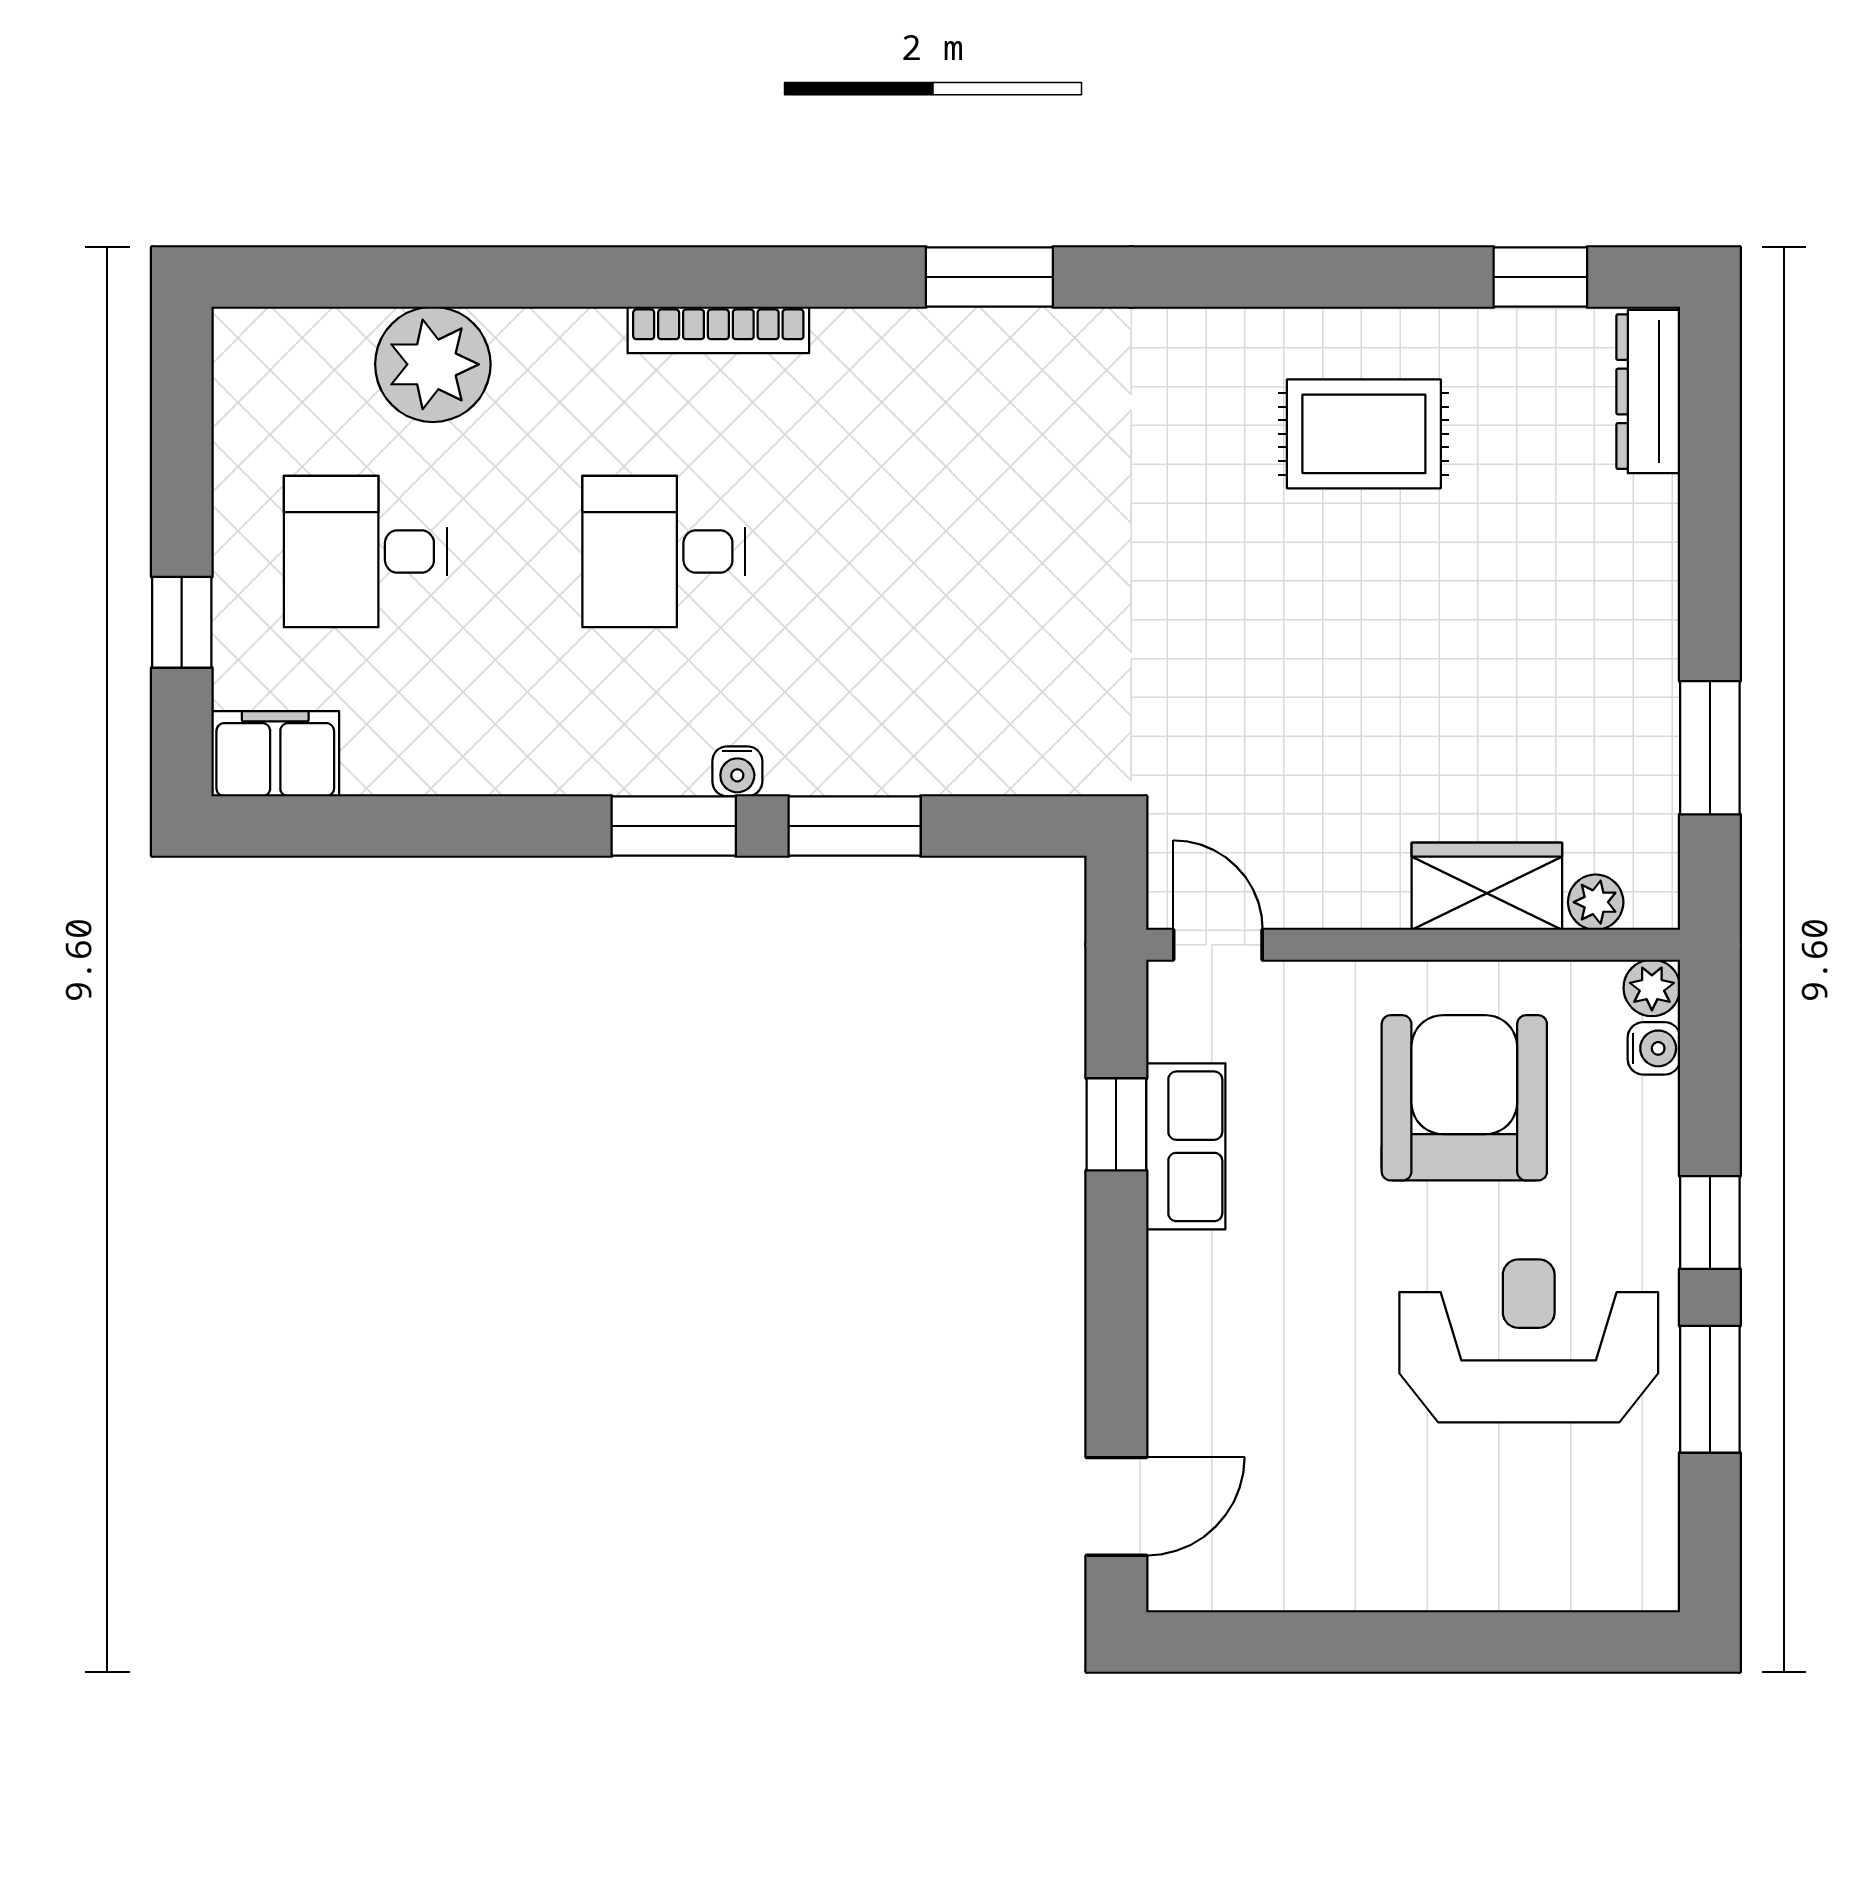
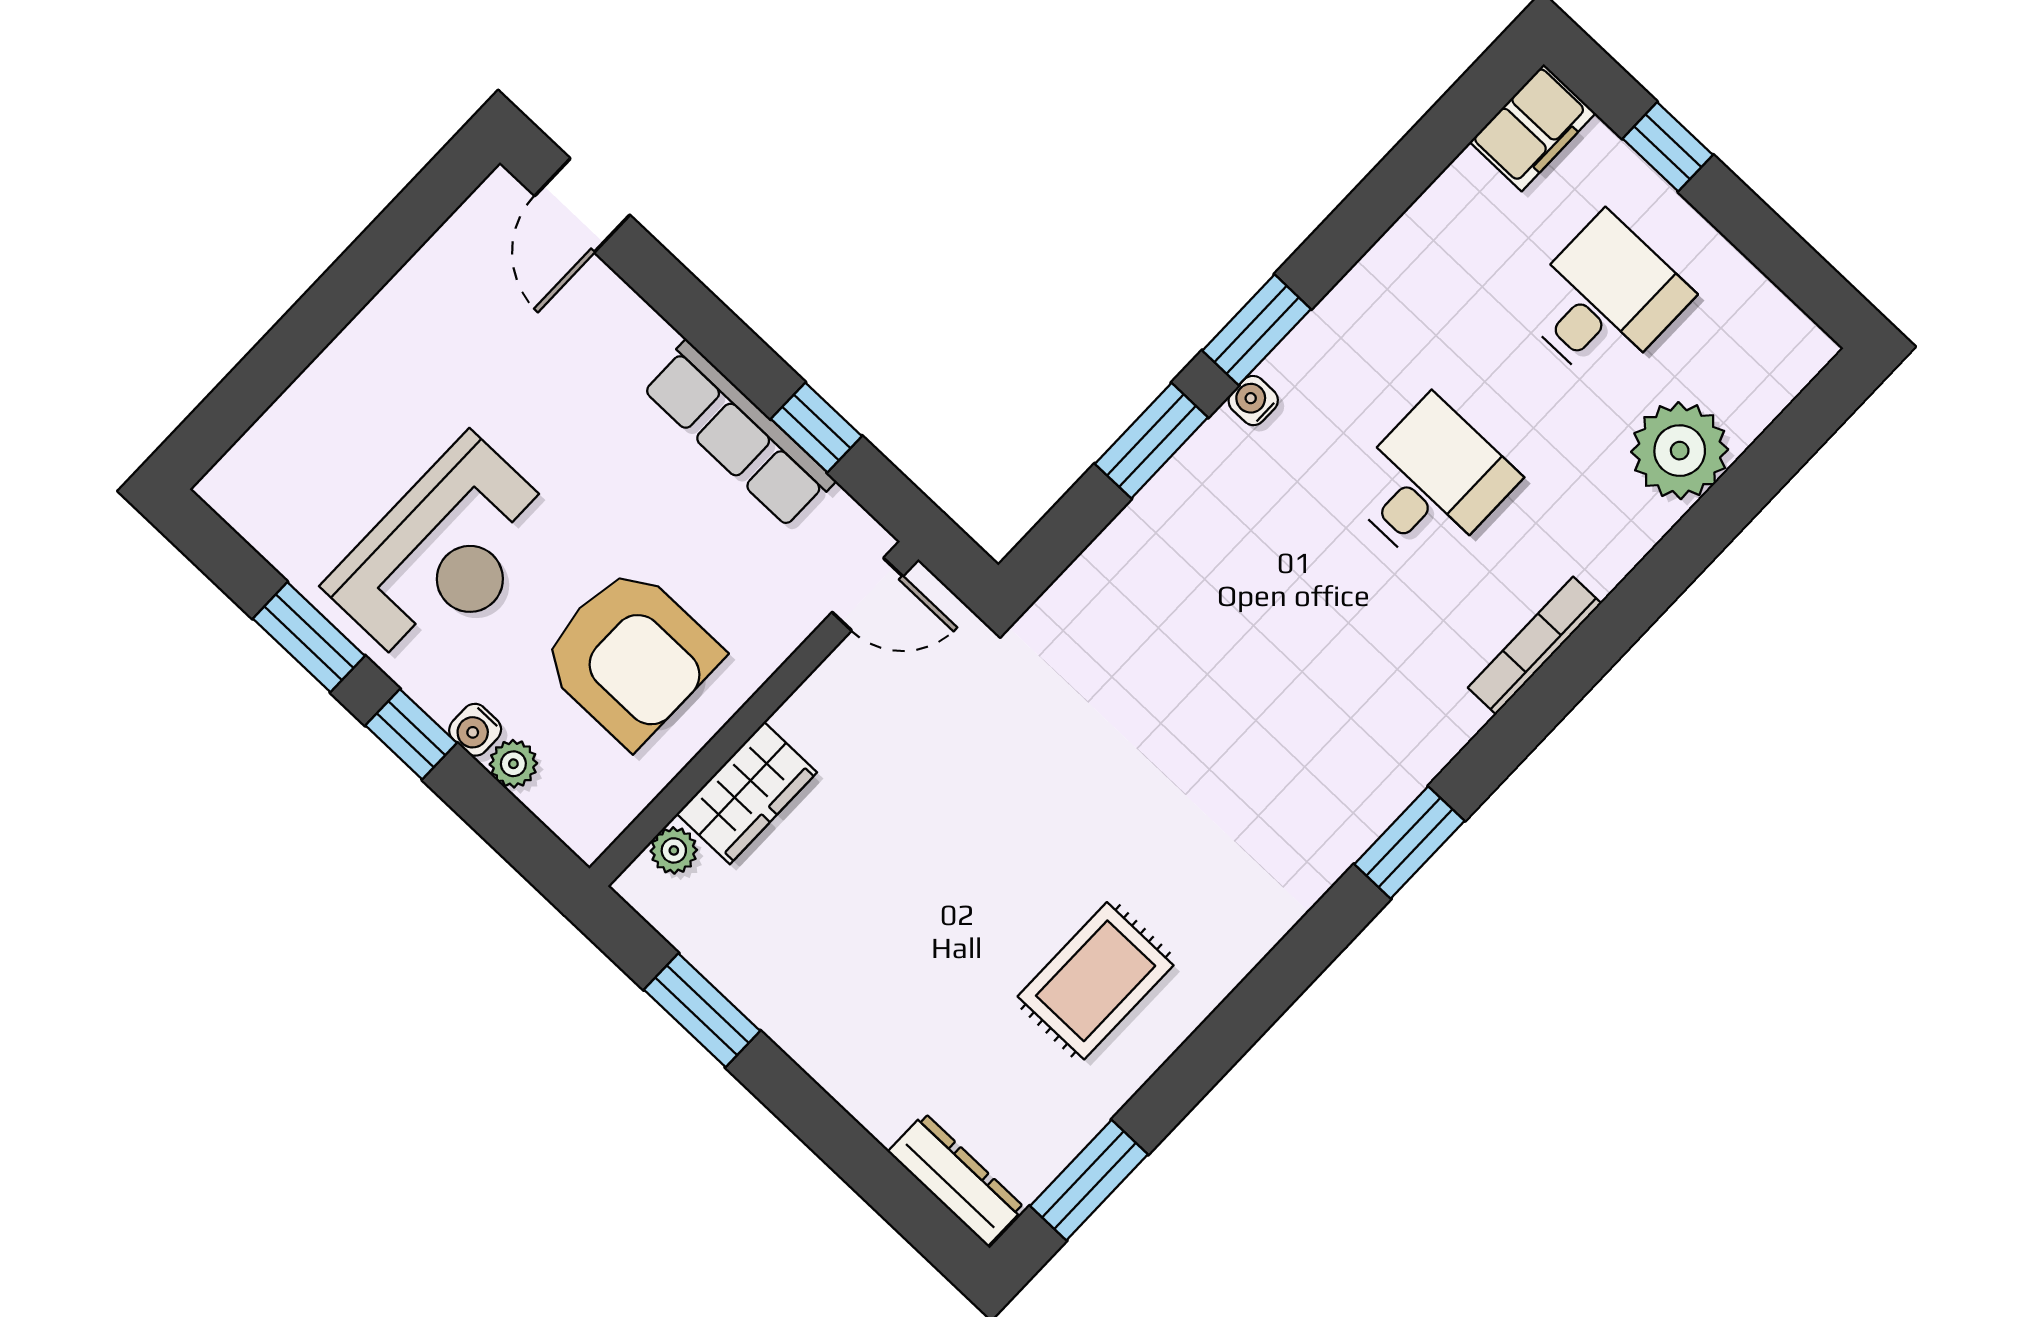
window: (1540, 277) -> (1089, 1180), width x1.50
plant: (1652, 988) -> (513, 764), moved
water cooler: (1654, 1048) -> (475, 730), moved
row of seats: (1186, 1146) -> (738, 434), width x1.48

